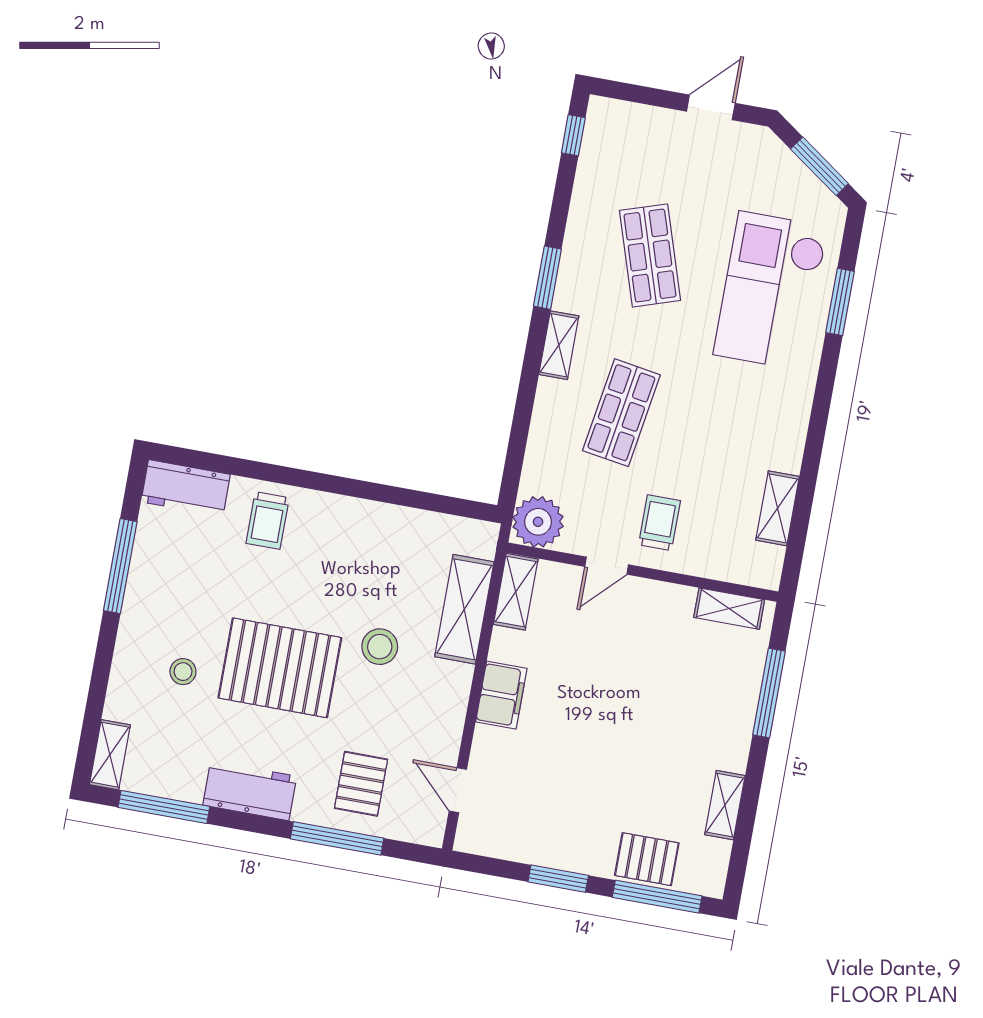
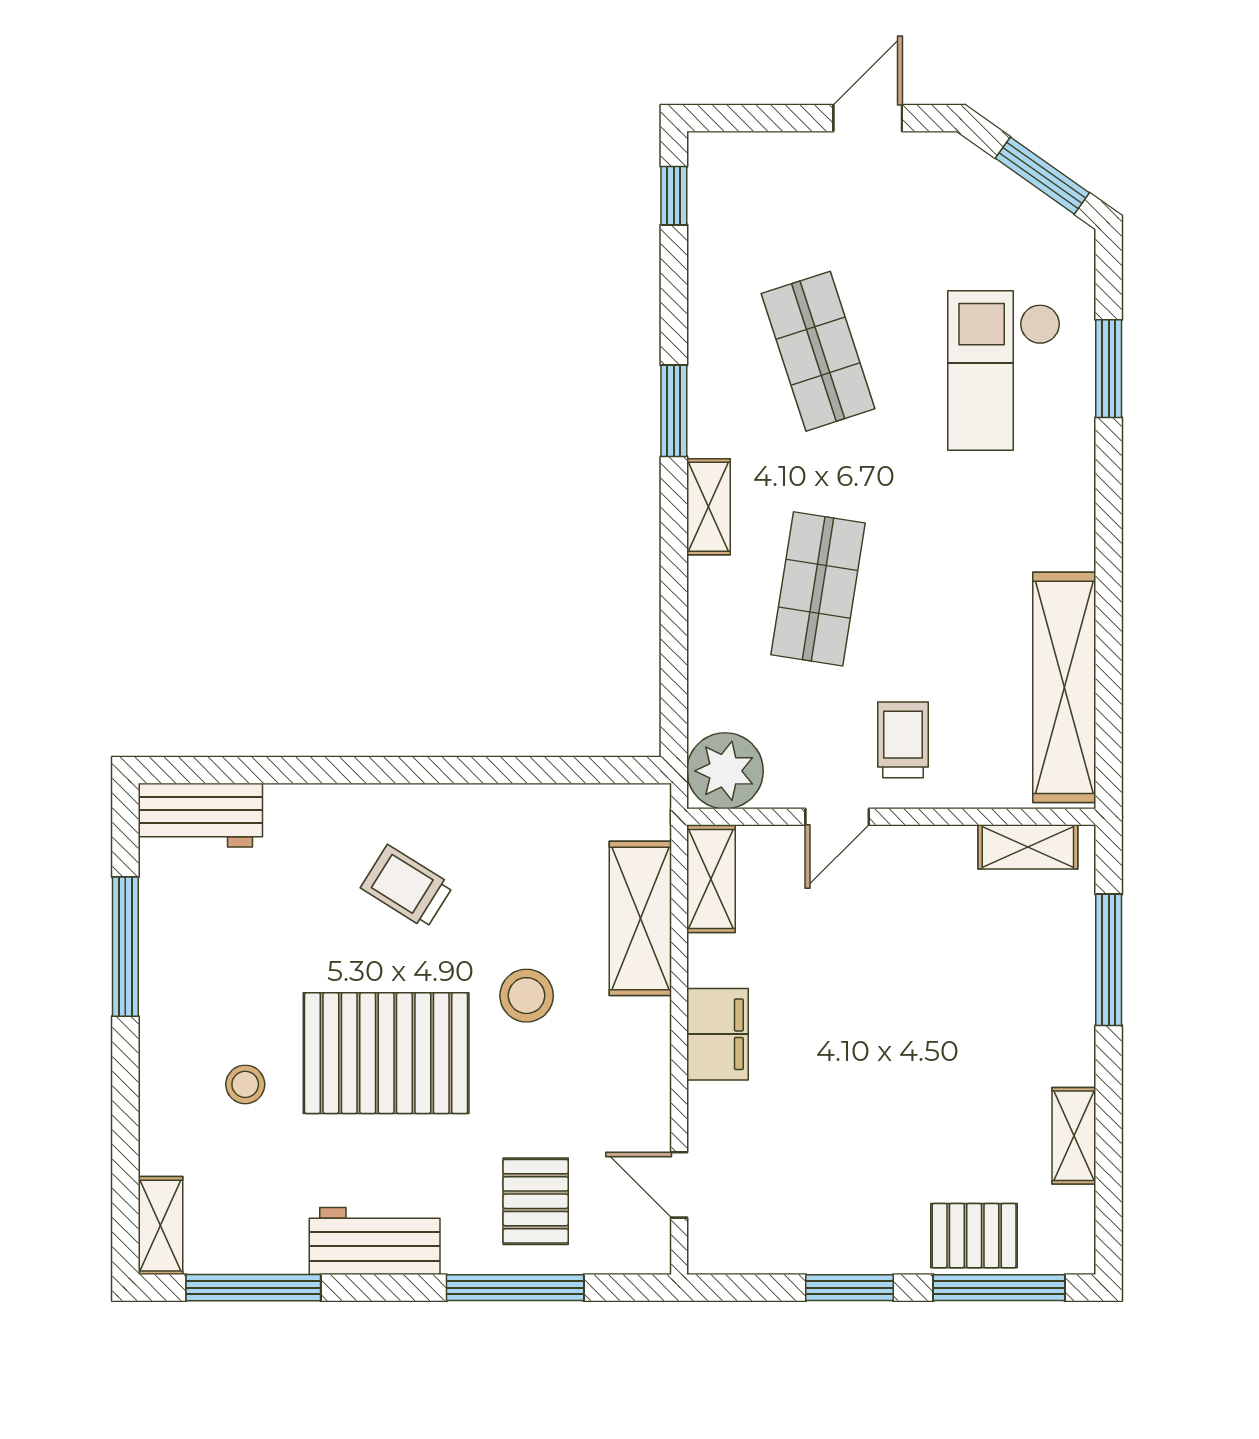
checkout: (771, 291) -> (1004, 371), width x0.73, depth x0.83
shelving: (778, 508) -> (1064, 687), width x2.20, depth x1.33
trolley: (268, 521) -> (407, 887), moved, turned 122

